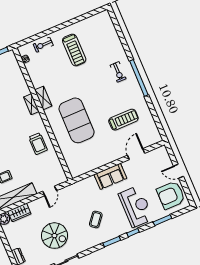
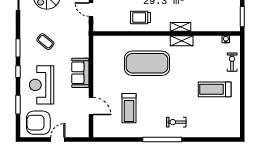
armchair: (171, 195) -> (38, 123), turned -90
reception desk: (136, 206) -> (42, 85), turned 90

